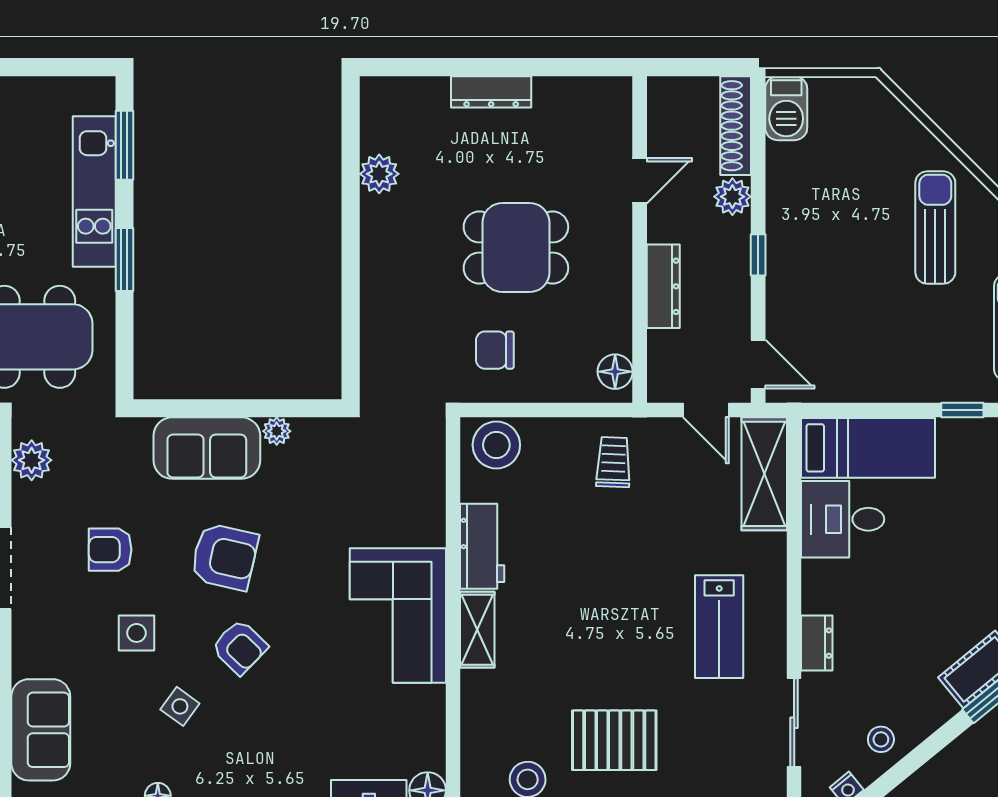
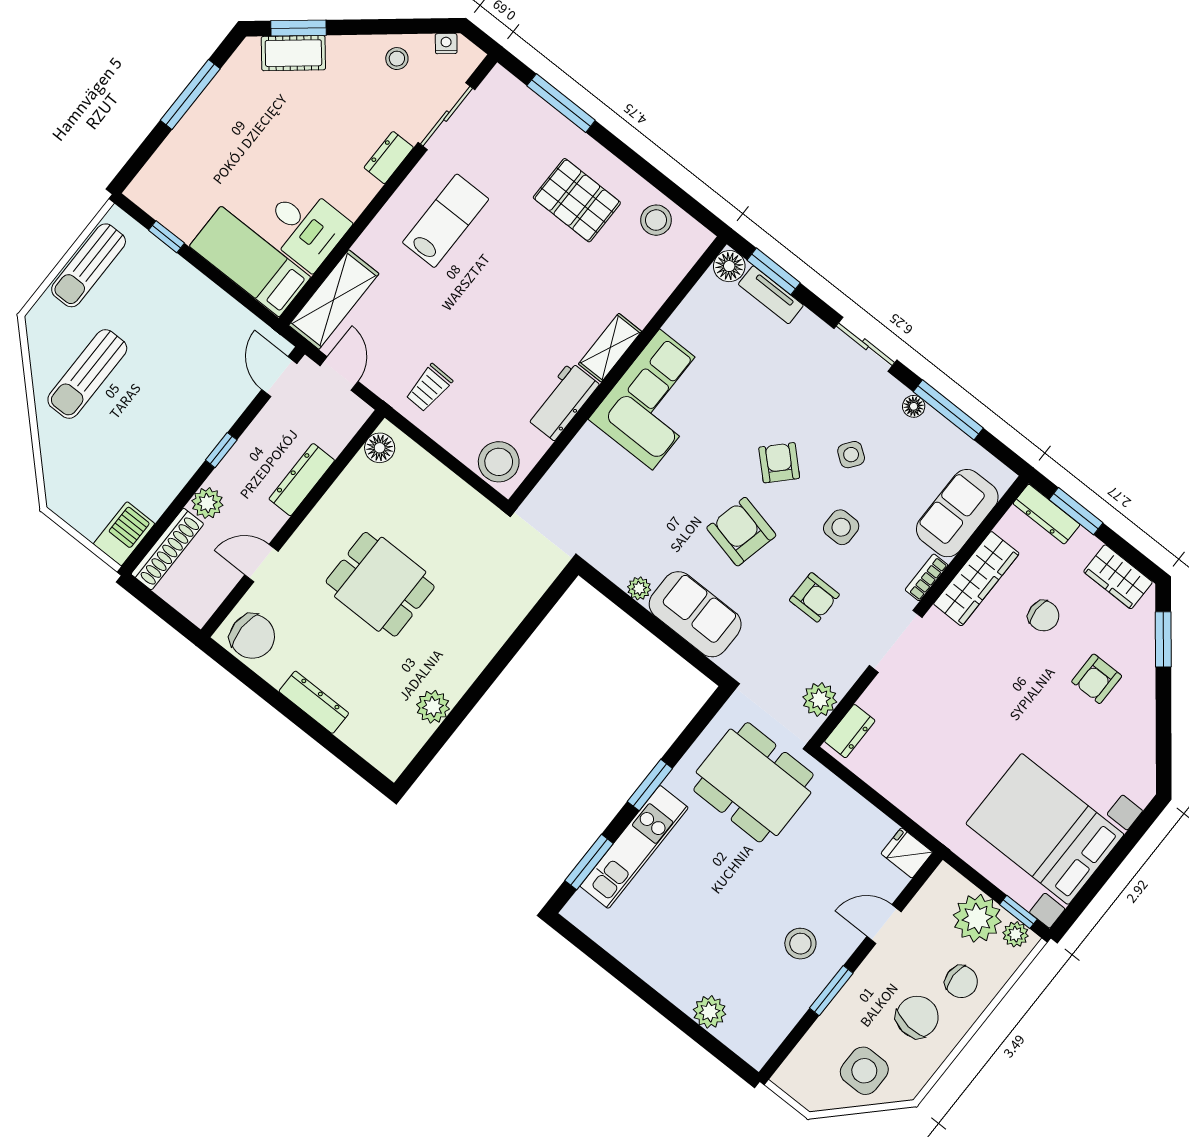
chair: (495, 350) -> (252, 636), moved, width x1.37, depth x1.37
bookcase: (22, 649) -> (926, 577), added

